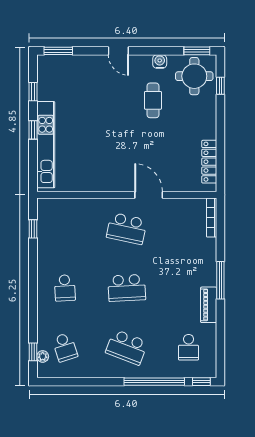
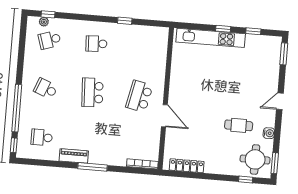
door: (149, 195) -> (164, 116), hinge flipped
window: (33, 229) -> (125, 21), moved
school desk: (127, 347) -> (46, 89), width x0.54

